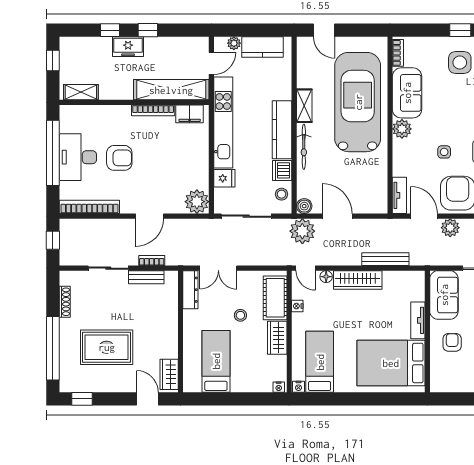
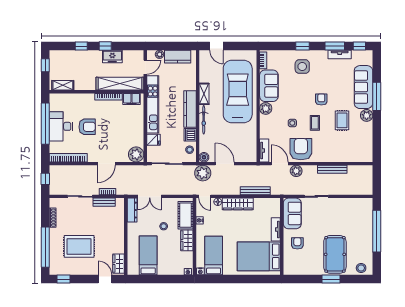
freezer: (128, 47) -> (112, 56), moved

